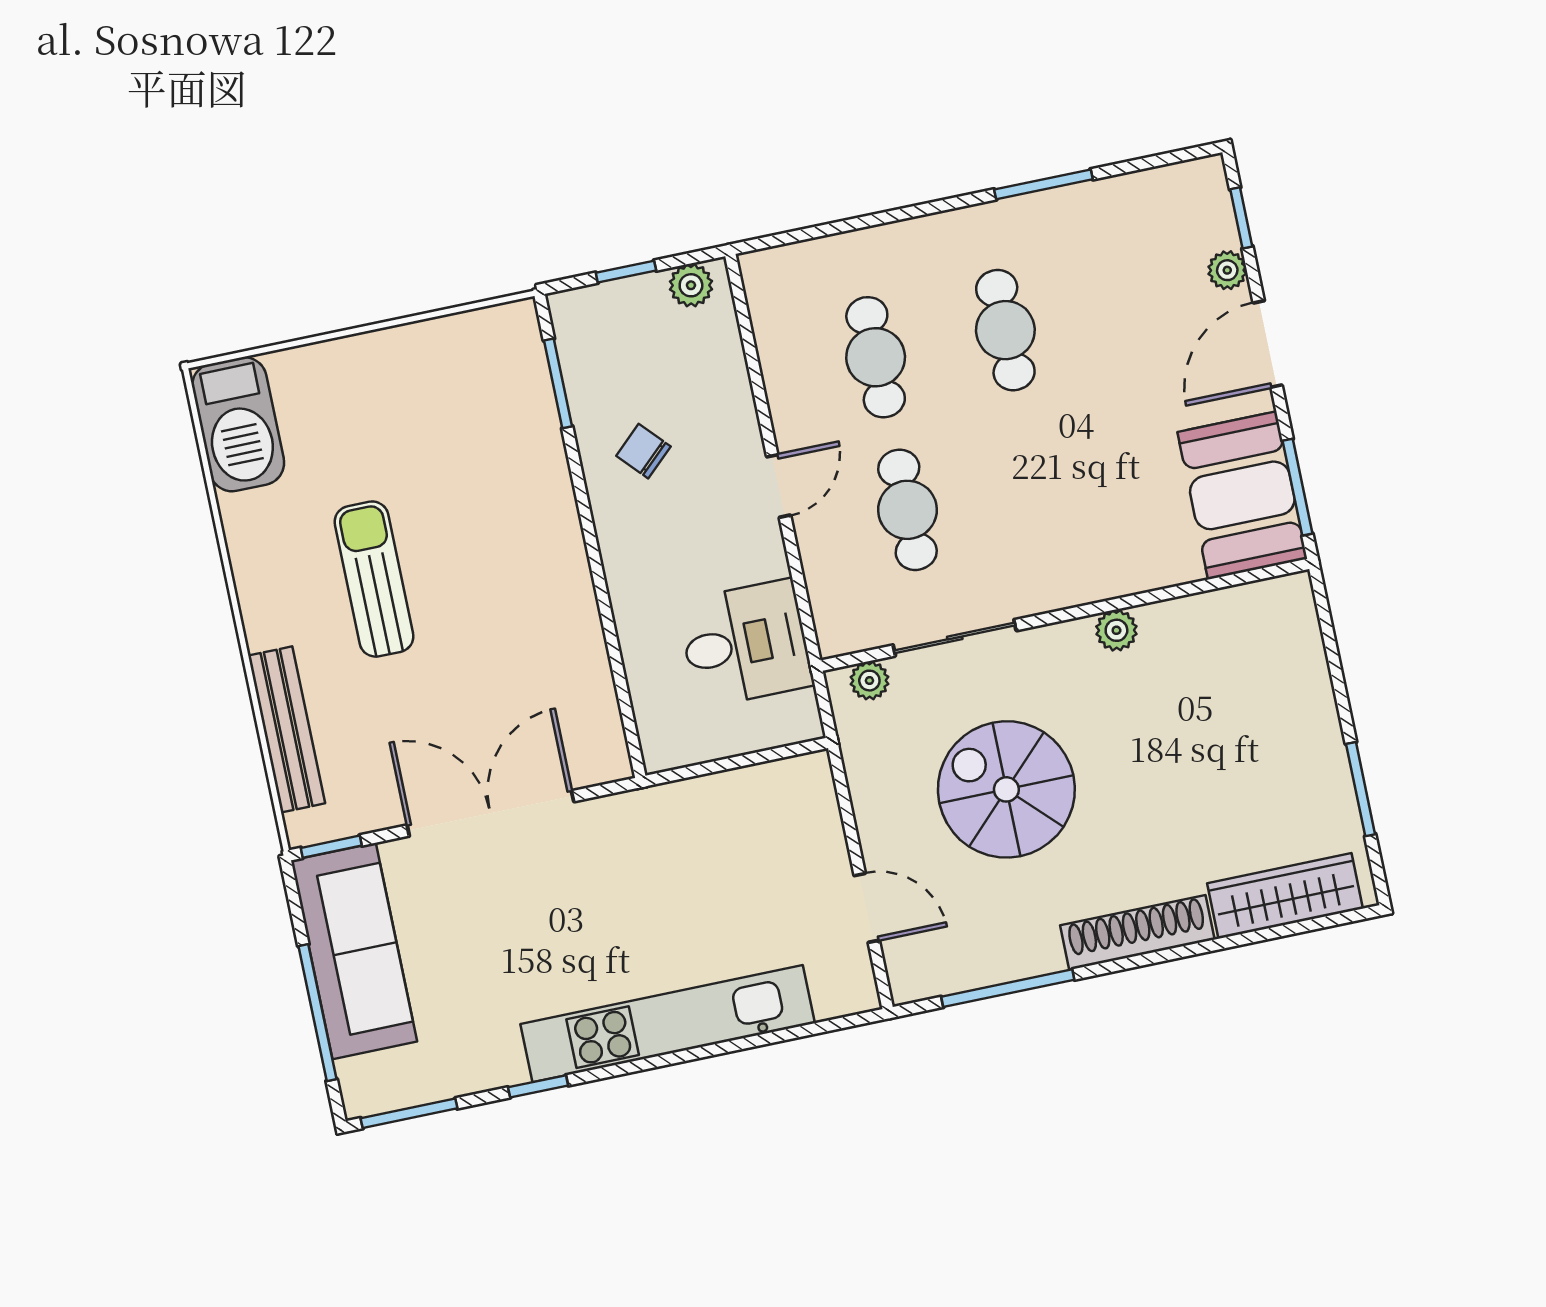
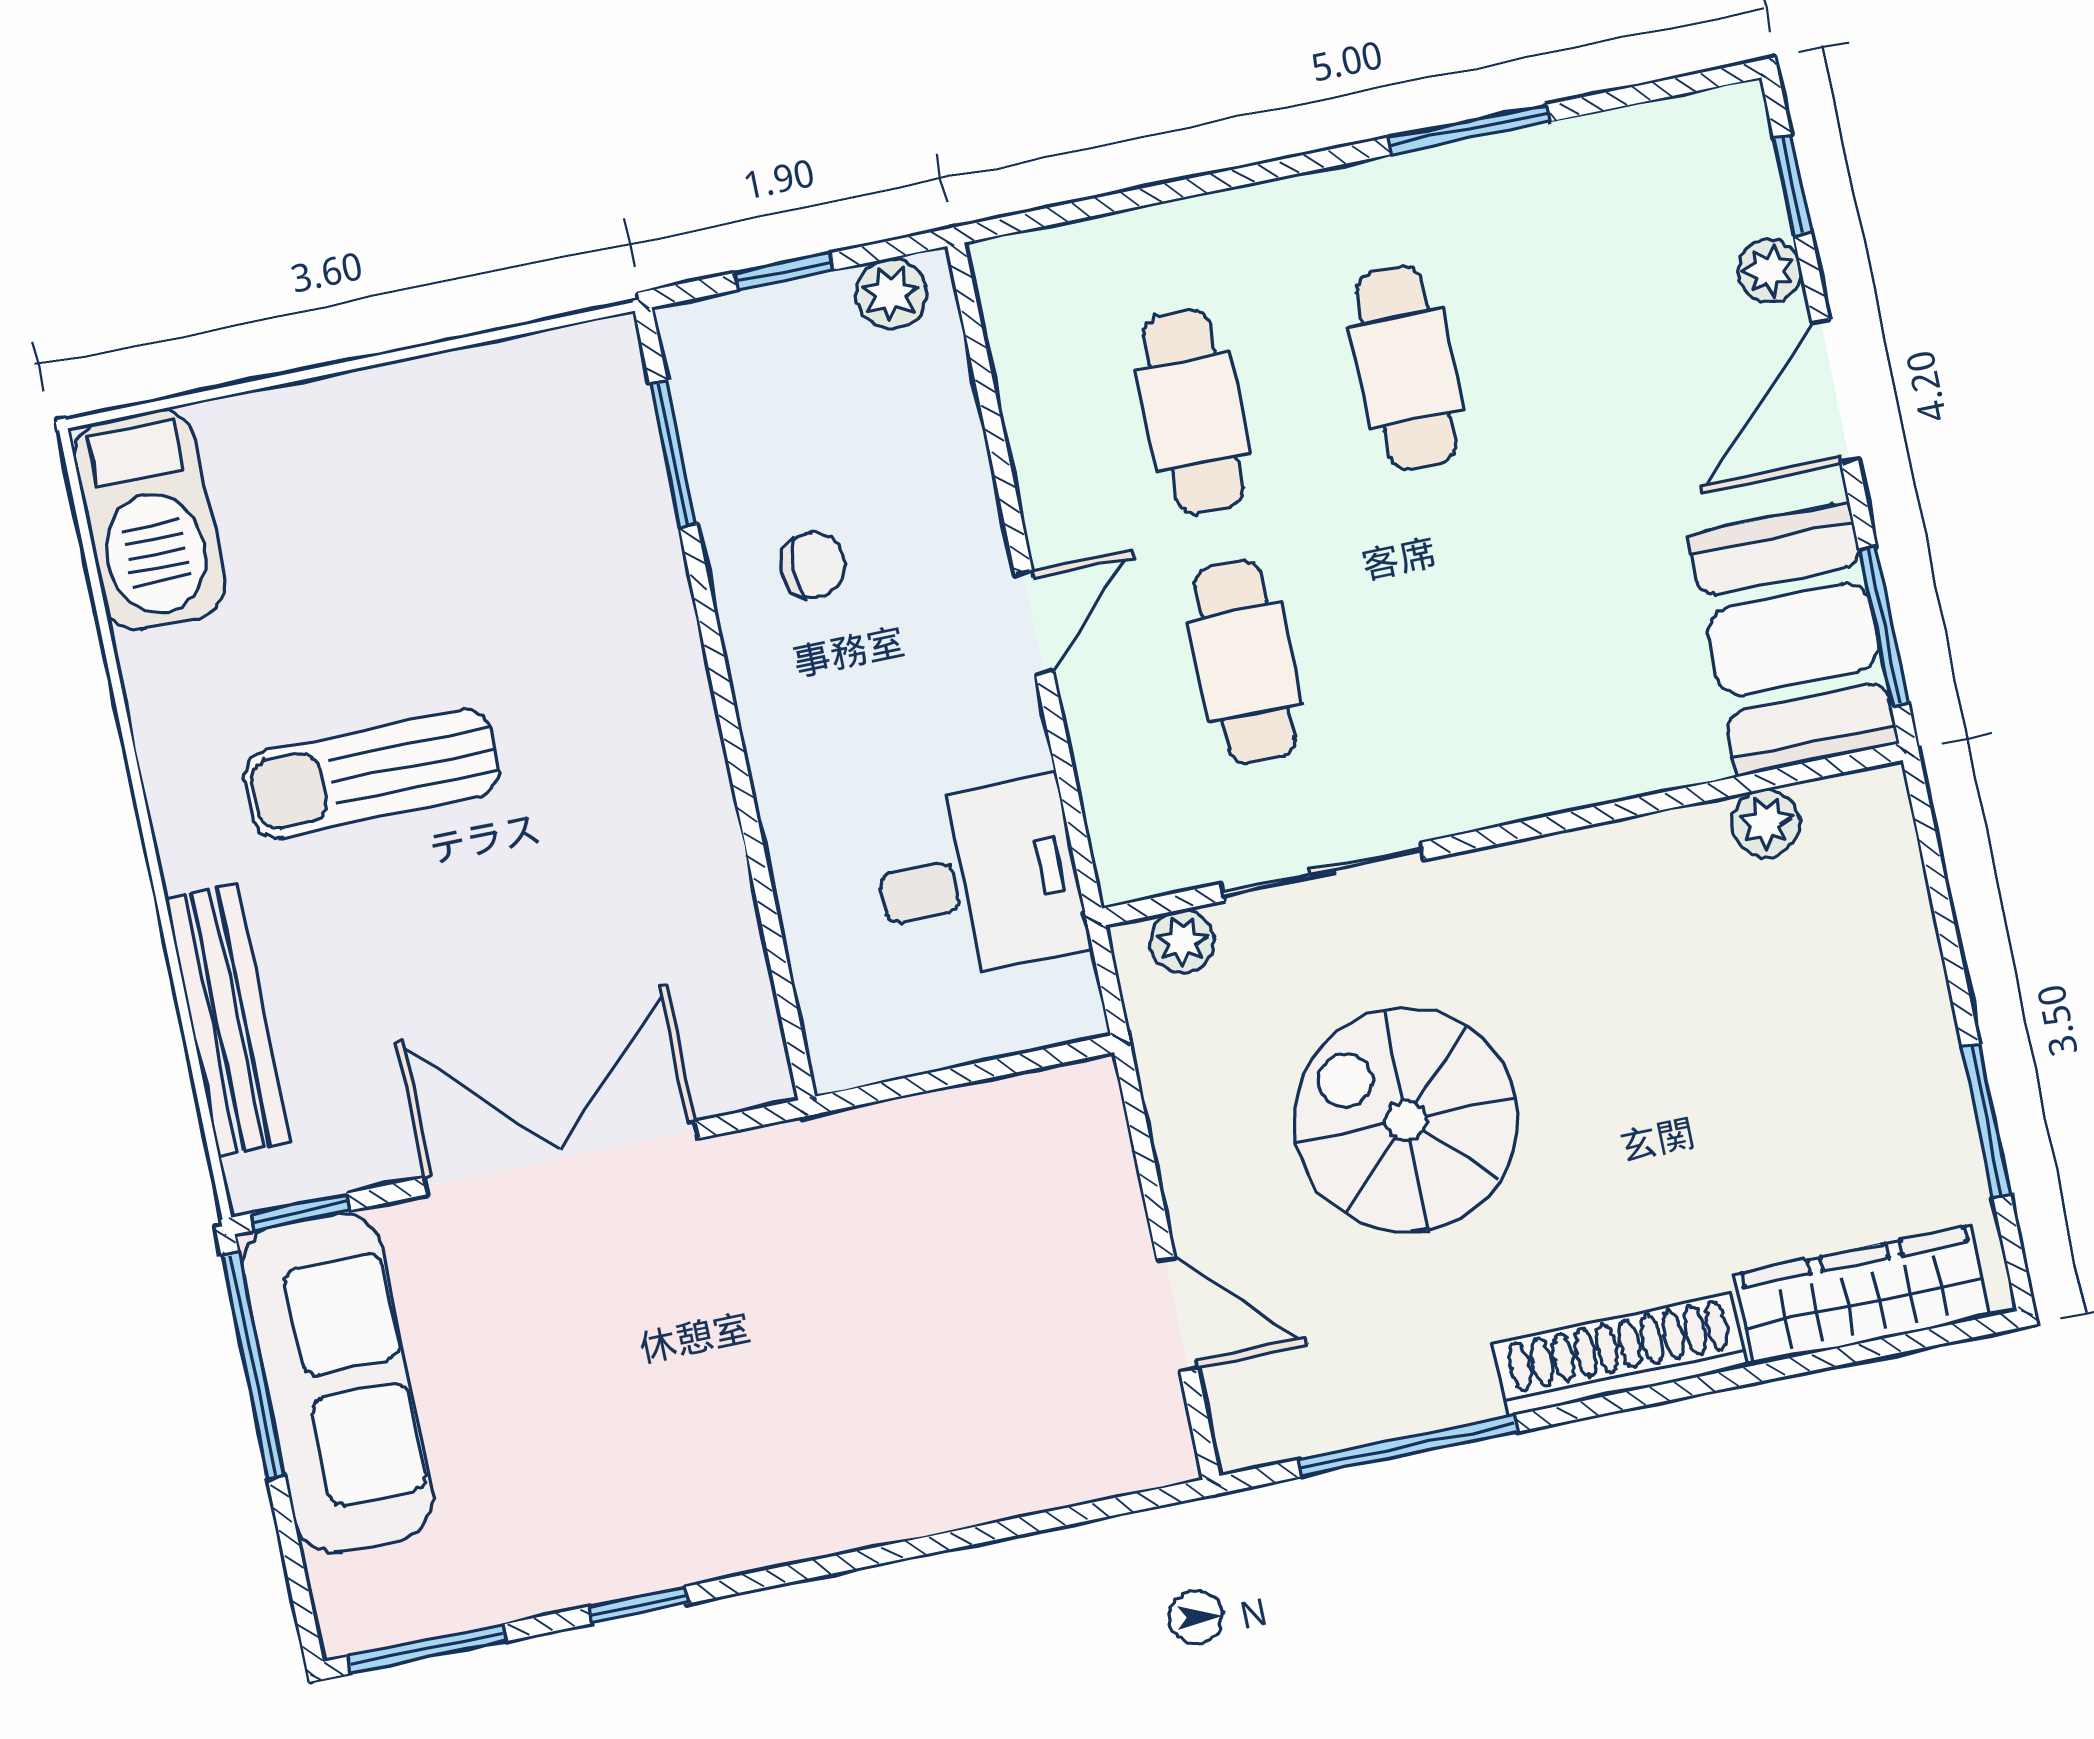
chair: (643, 451) -> (813, 565), turned 133
sun lounger: (374, 579) -> (371, 774), turned -90
plant: (1116, 630) -> (1766, 823), moved
window: (318, 1013) -> (253, 1365), moved
kitchen unit: (668, 1024) -> (851, 1503), removed

